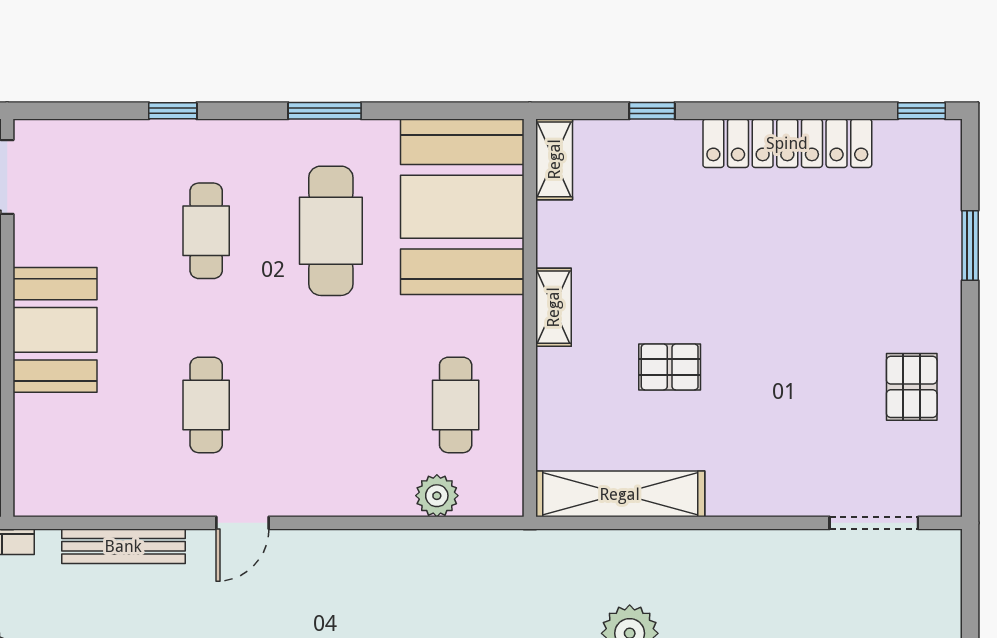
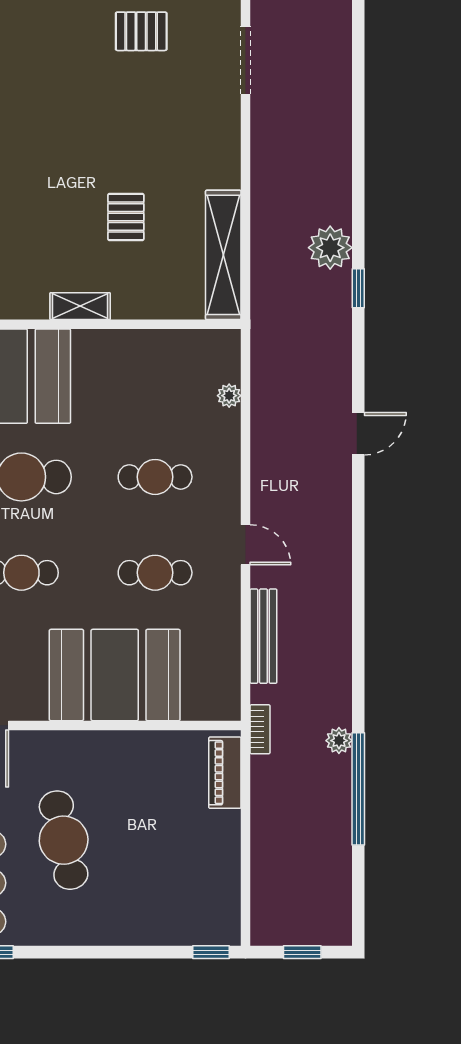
booth: (55, 330) -> (115, 675), width x1.36, depth x1.42
cafe table: (456, 405) -> (155, 477), moved
plant: (437, 496) -> (229, 396), width x0.73, depth x0.73

